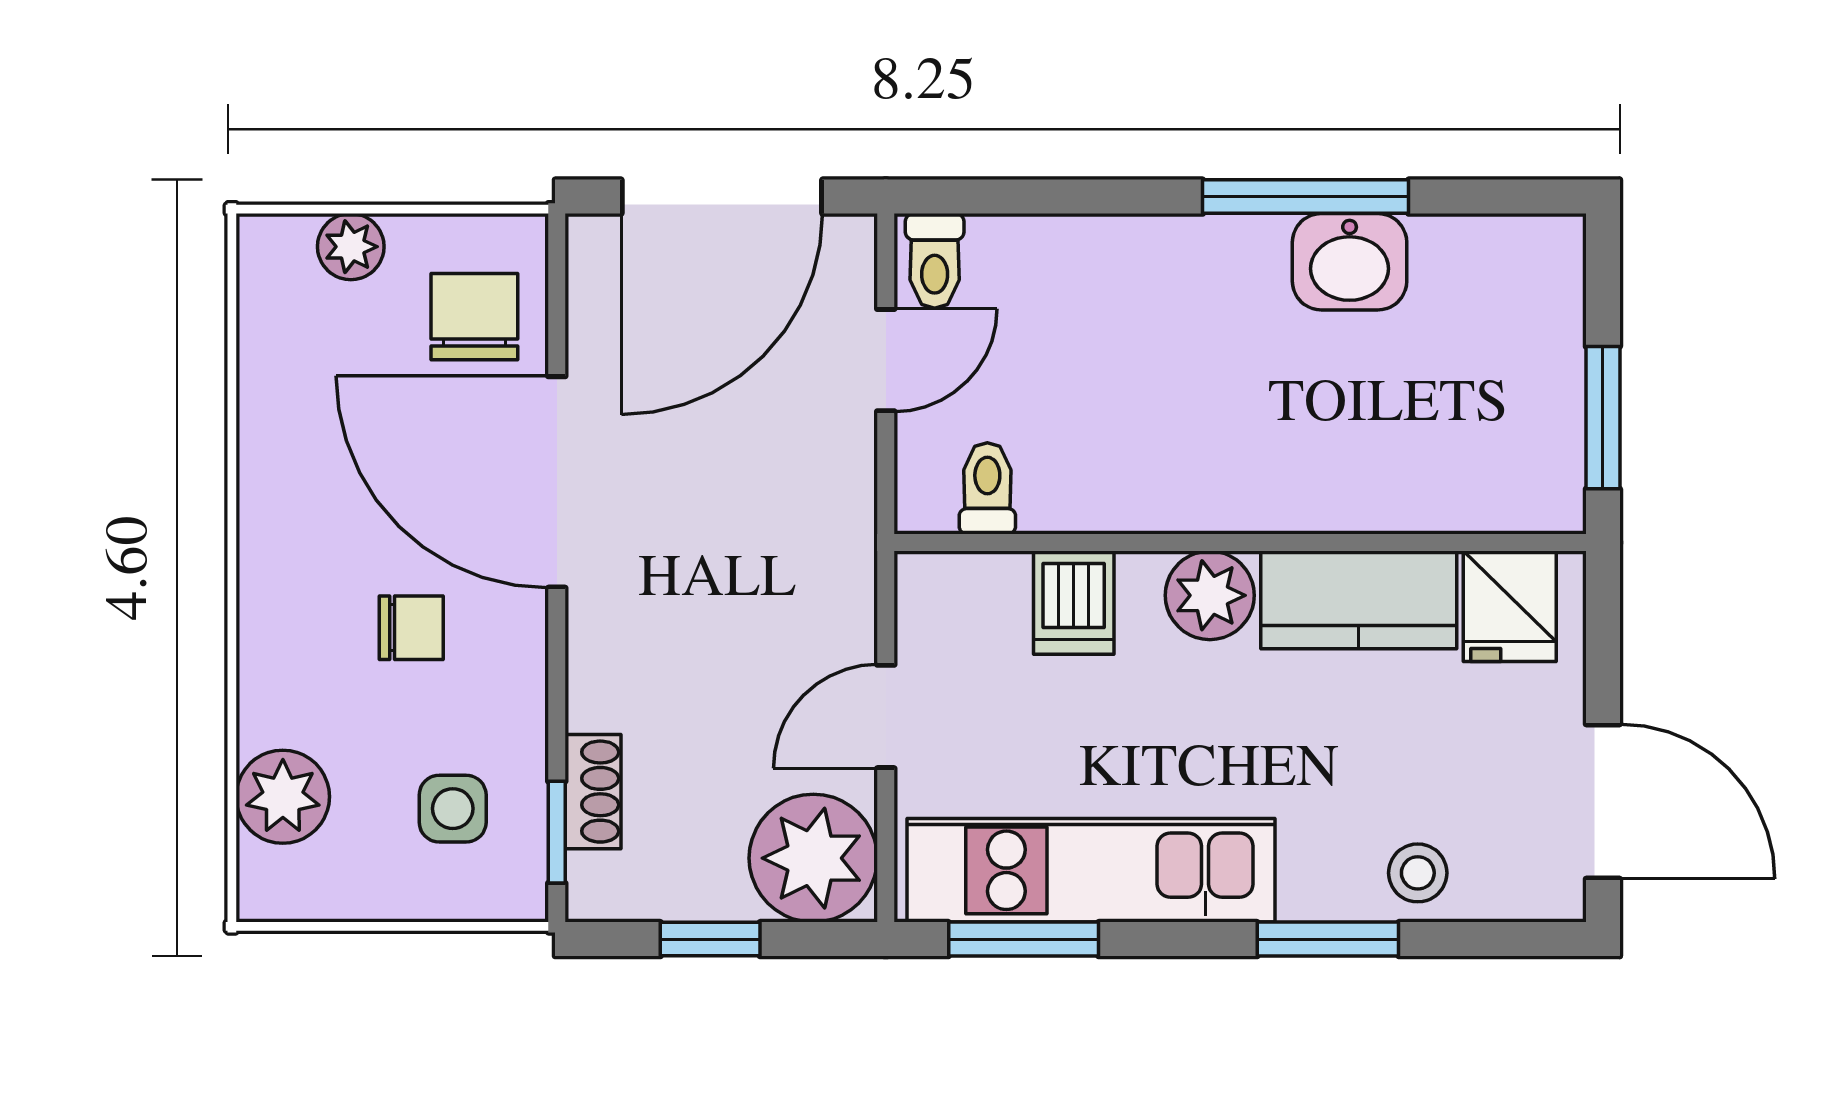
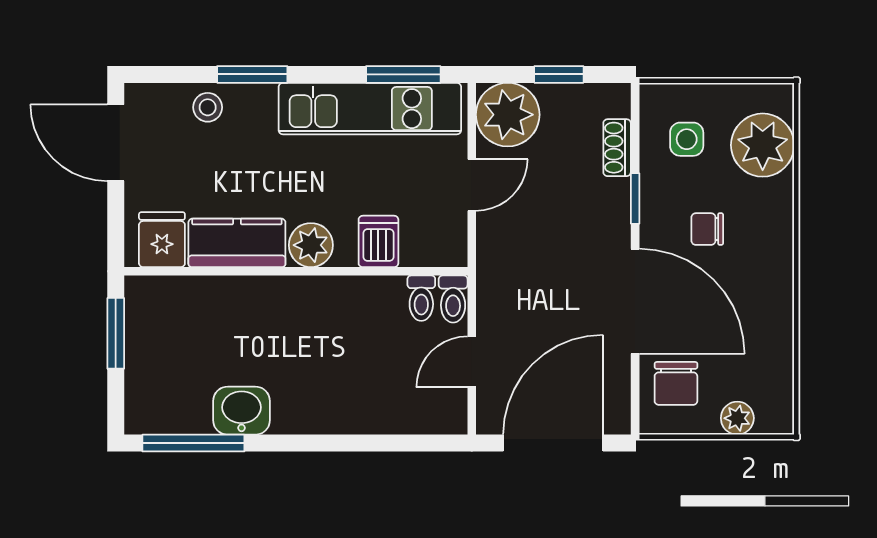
window: (1306, 197) -> (193, 443), moved
toilet: (935, 261) -> (453, 299), moved, turned 180
plant: (283, 797) -> (763, 145), width x1.36, depth x1.36
window: (557, 832) -> (635, 198), moved

